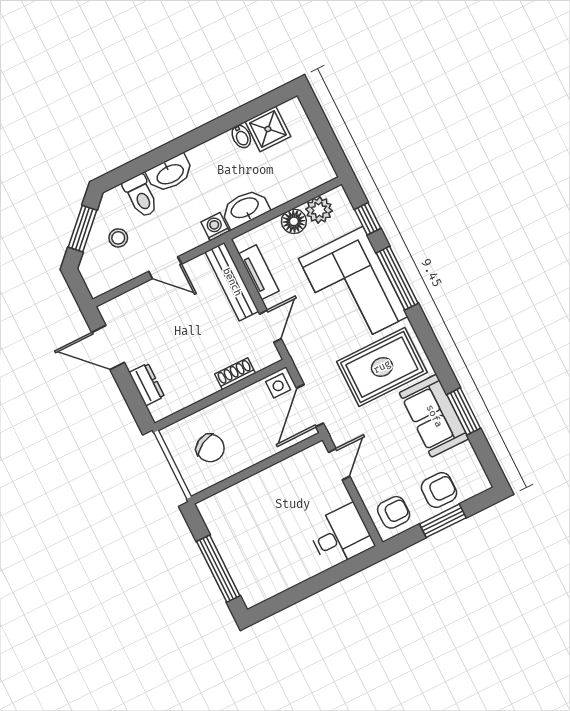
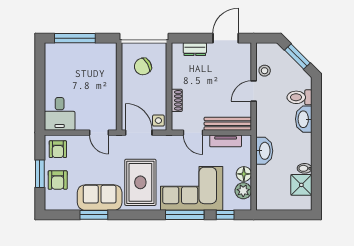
washing machine: (215, 227) -> (262, 129), removed
stool: (118, 238) -> (265, 71), moved

